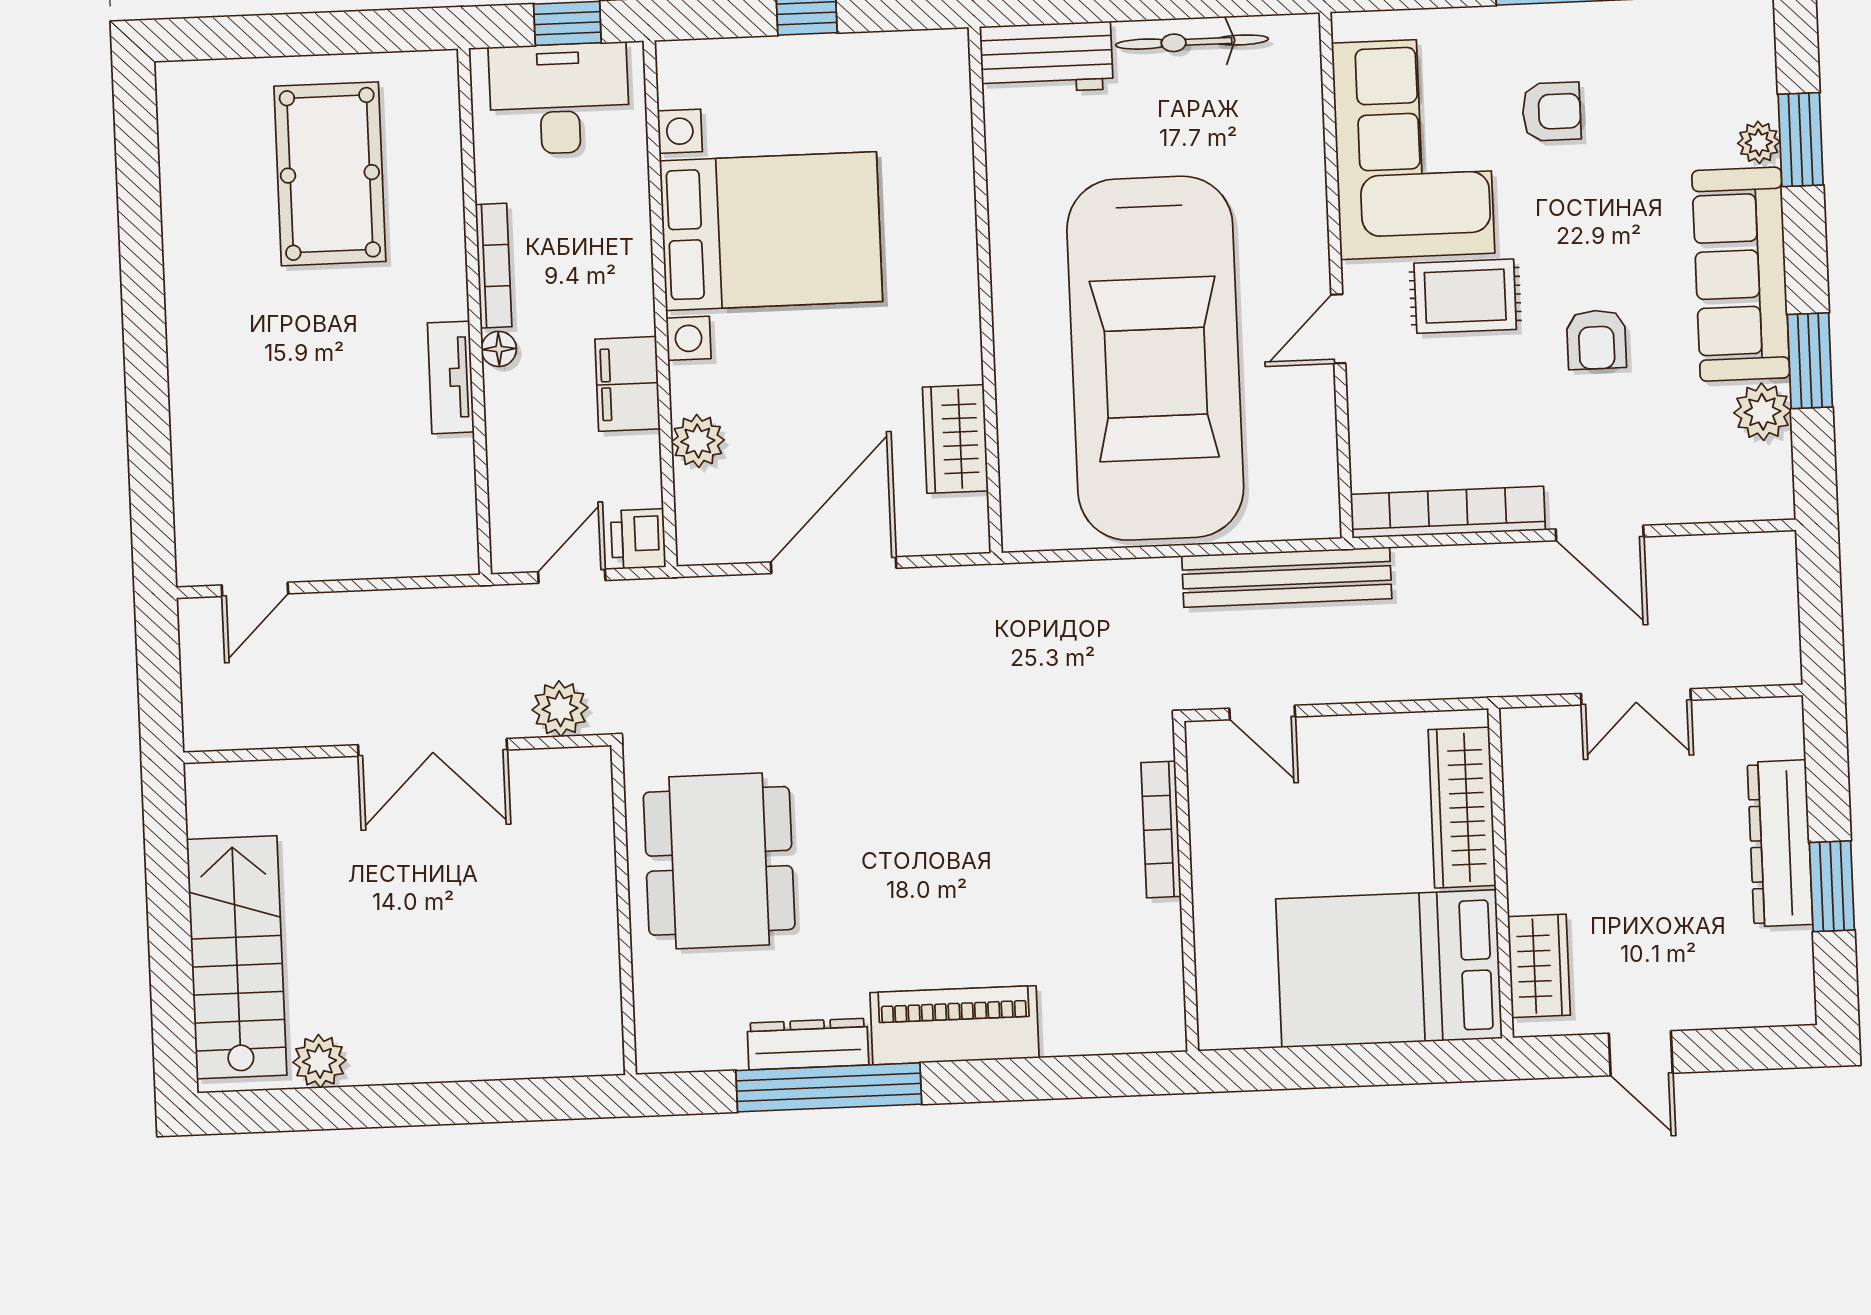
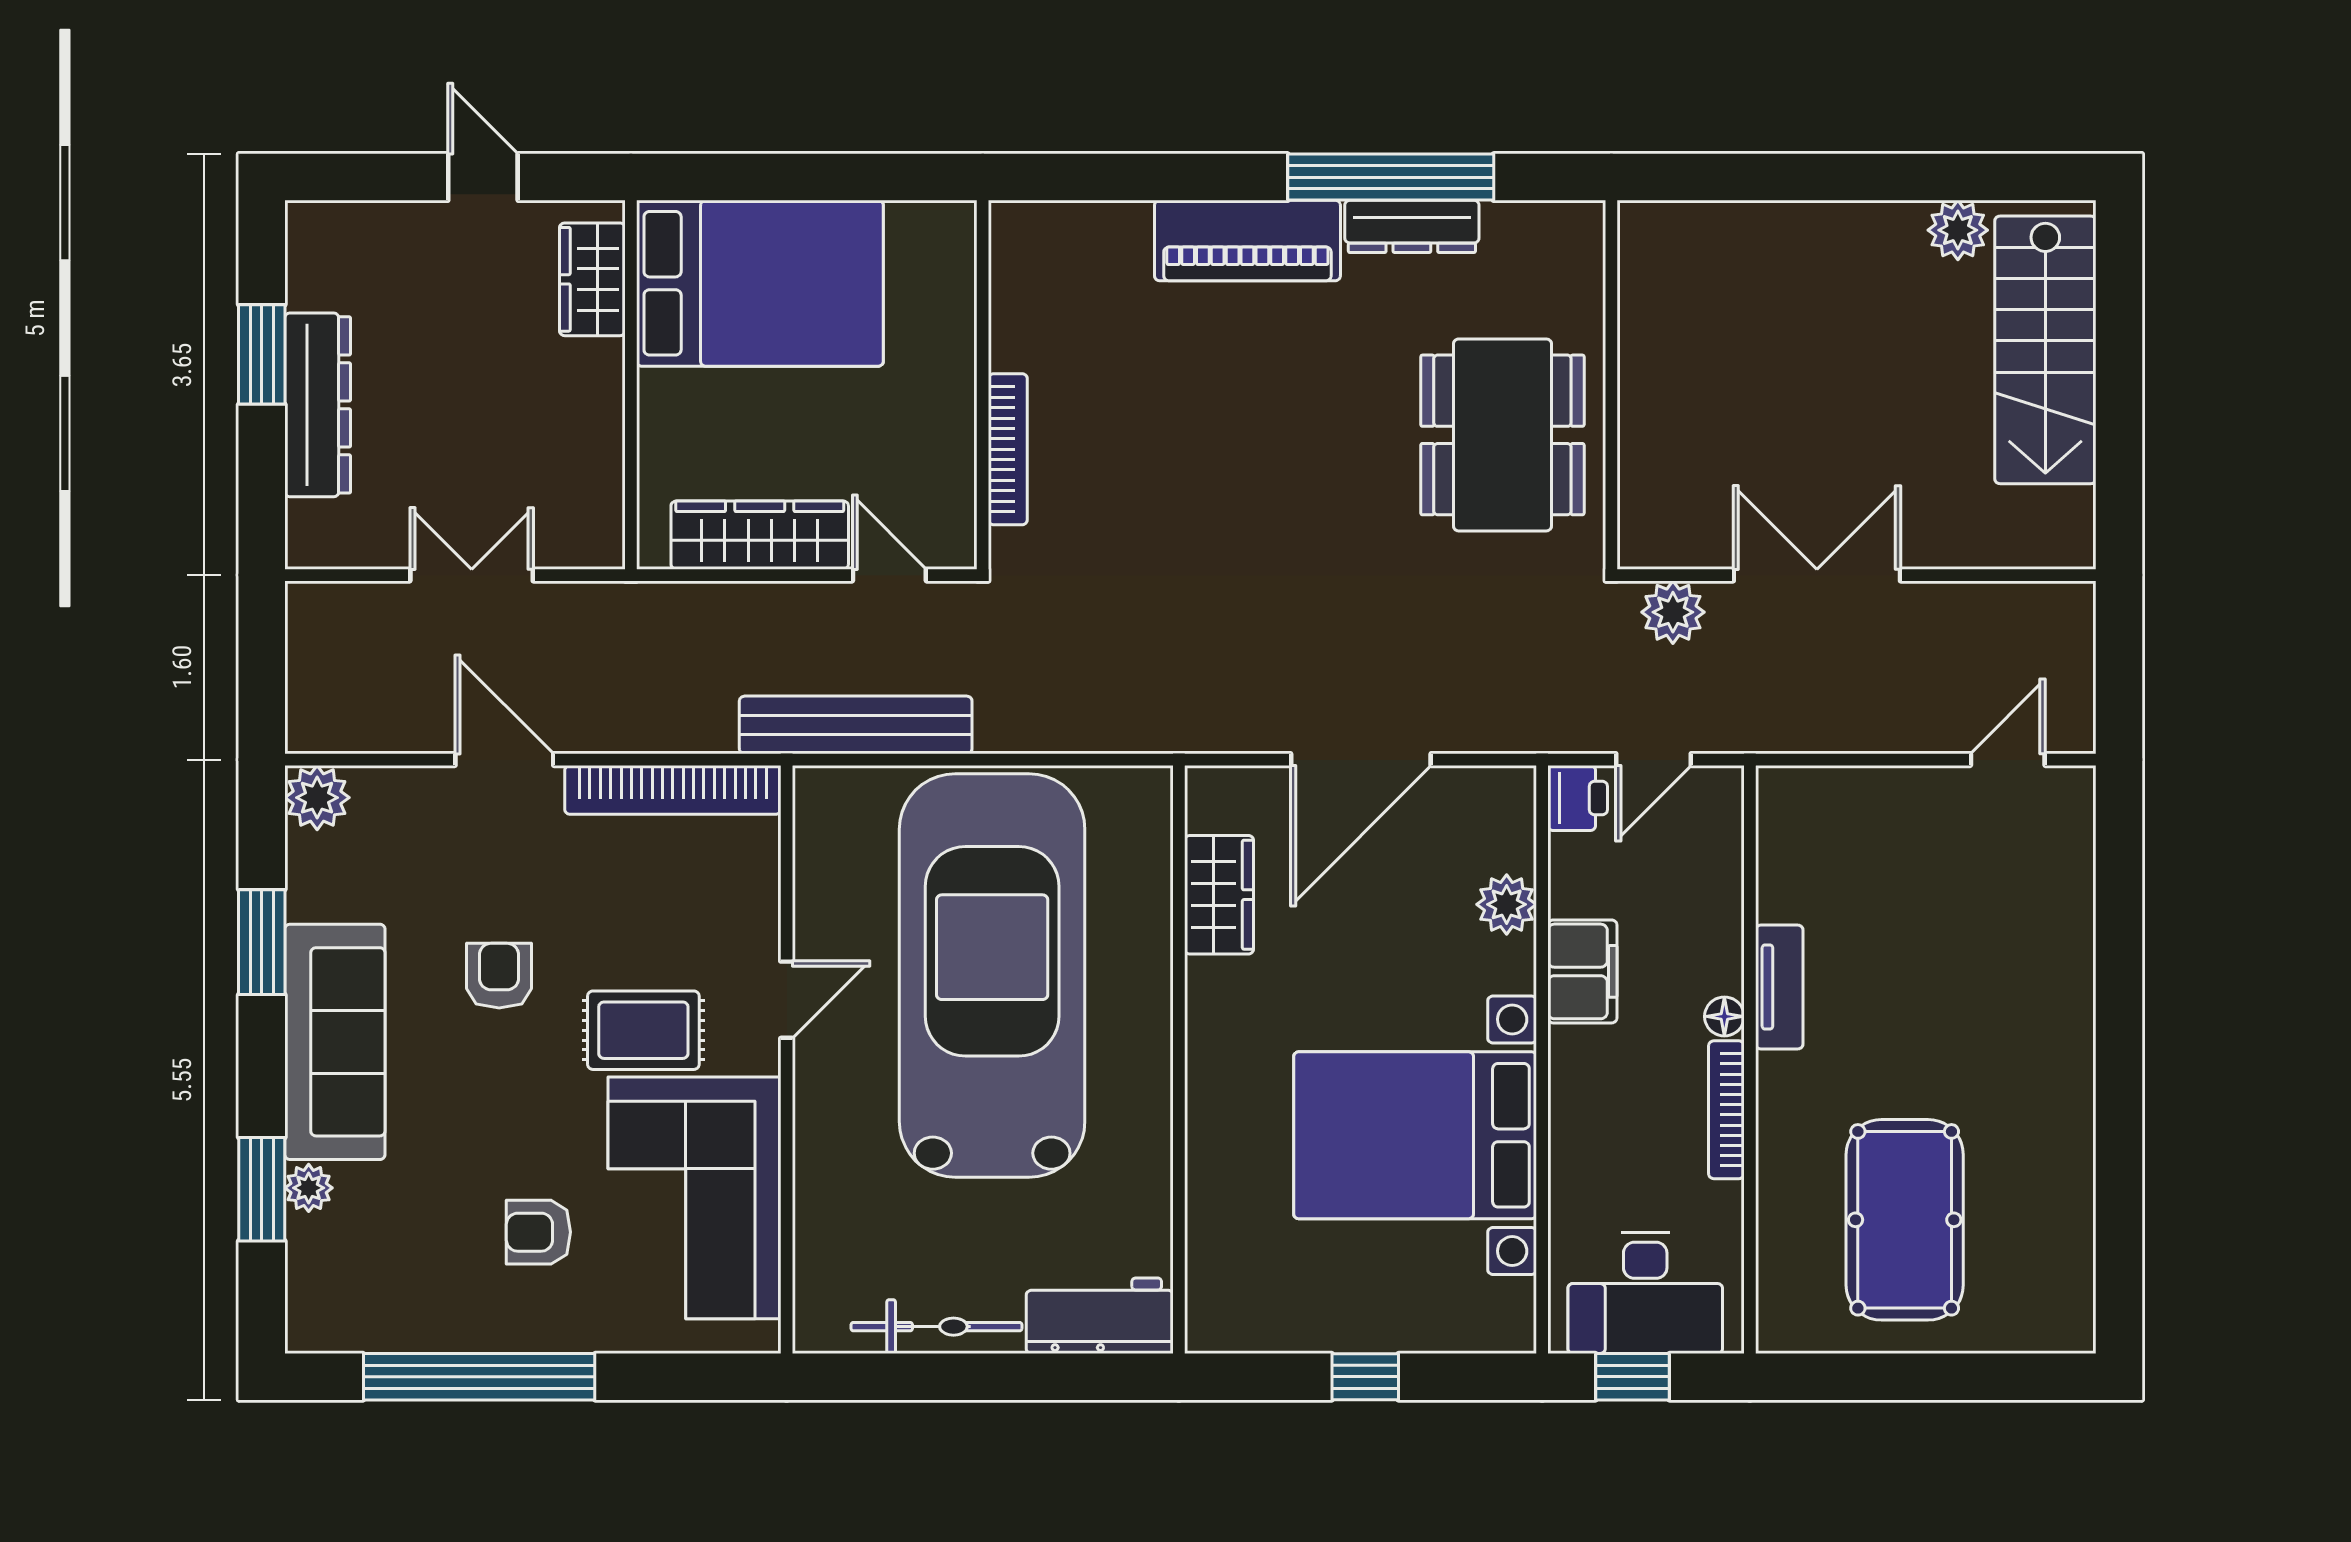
plant: (1762, 412) -> (317, 798), moved
wardrobe: (1462, 808) -> (760, 535), moved, turned -90

